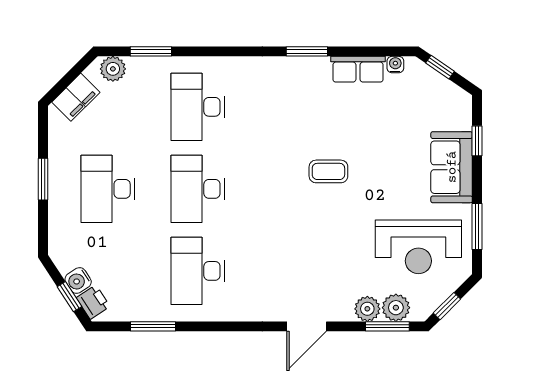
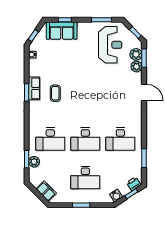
plant: (113, 69) -> (34, 162), moved
row of seats: (358, 69) -> (34, 88), moved
sofa: (452, 167) -> (62, 31), moved
coffee table: (328, 171) -> (55, 93), moved
water cooler: (78, 280) -> (116, 196), moved

